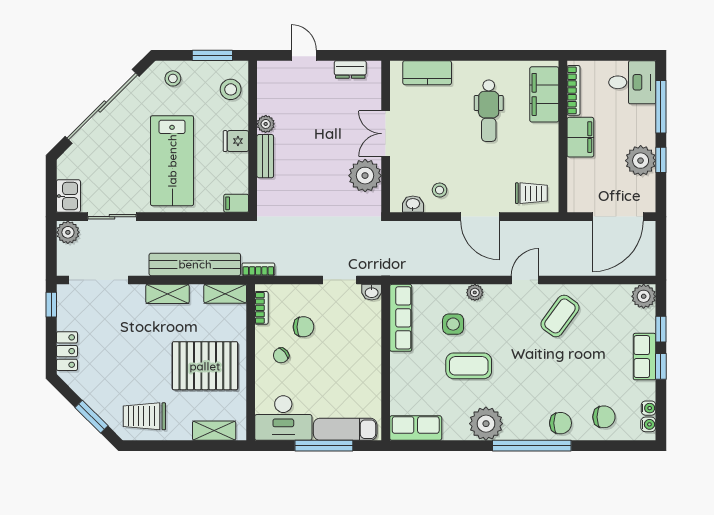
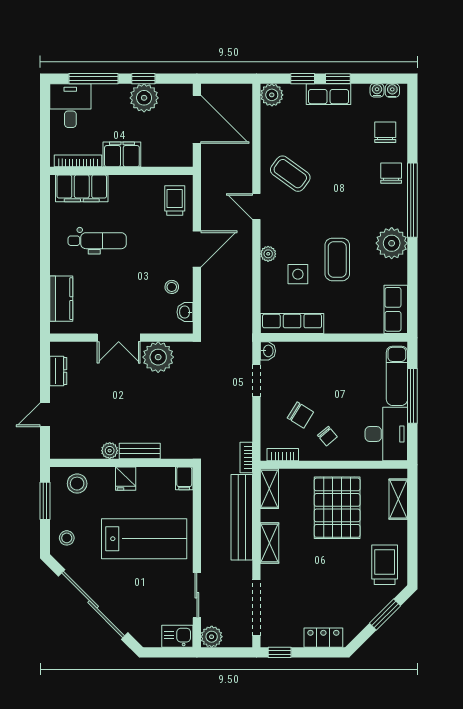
chair: (304, 327) -> (300, 415), turned 122
trolley: (144, 416) -> (385, 565), turned 180

